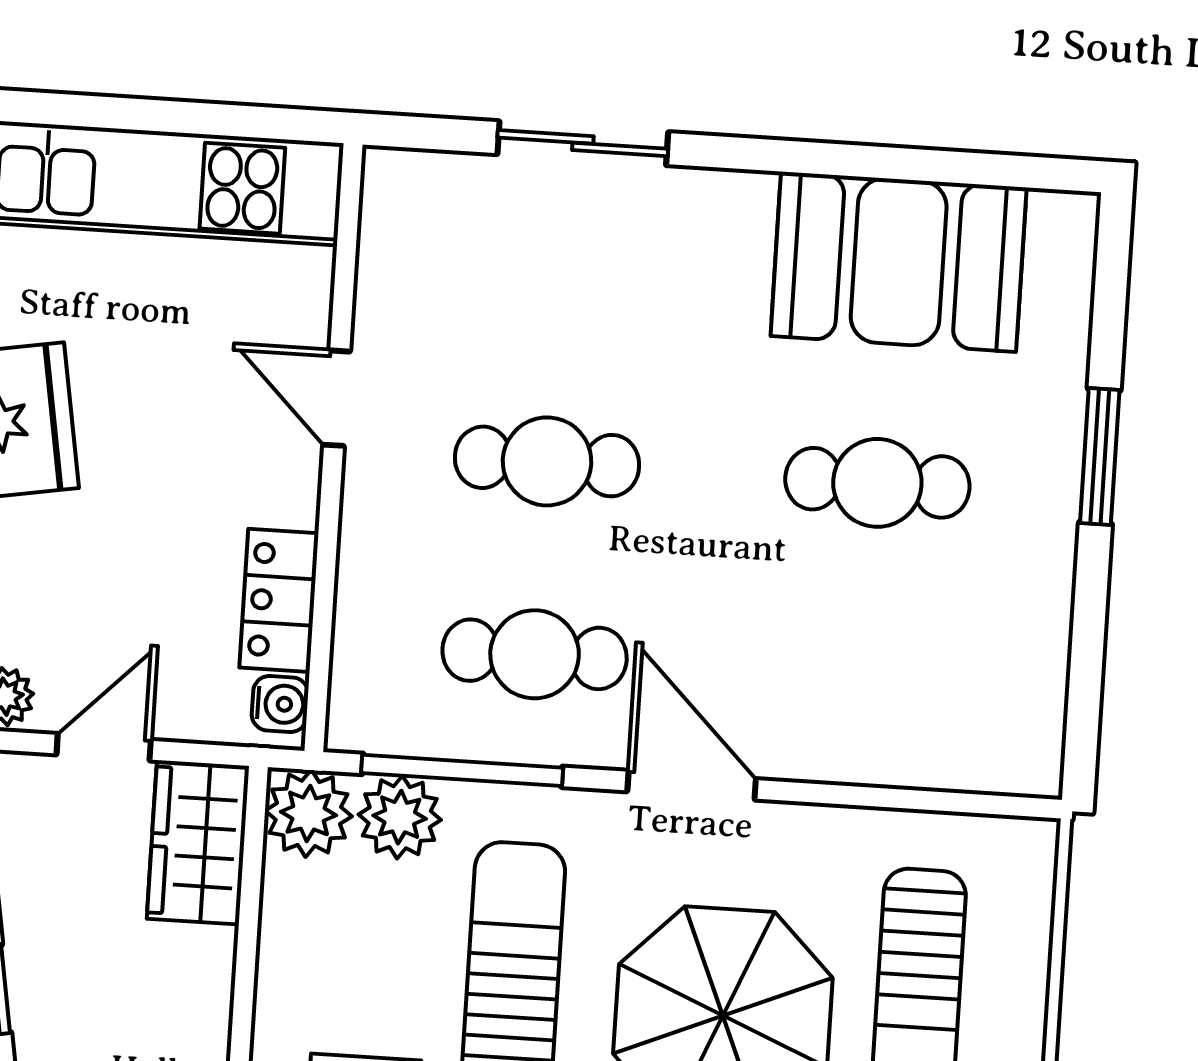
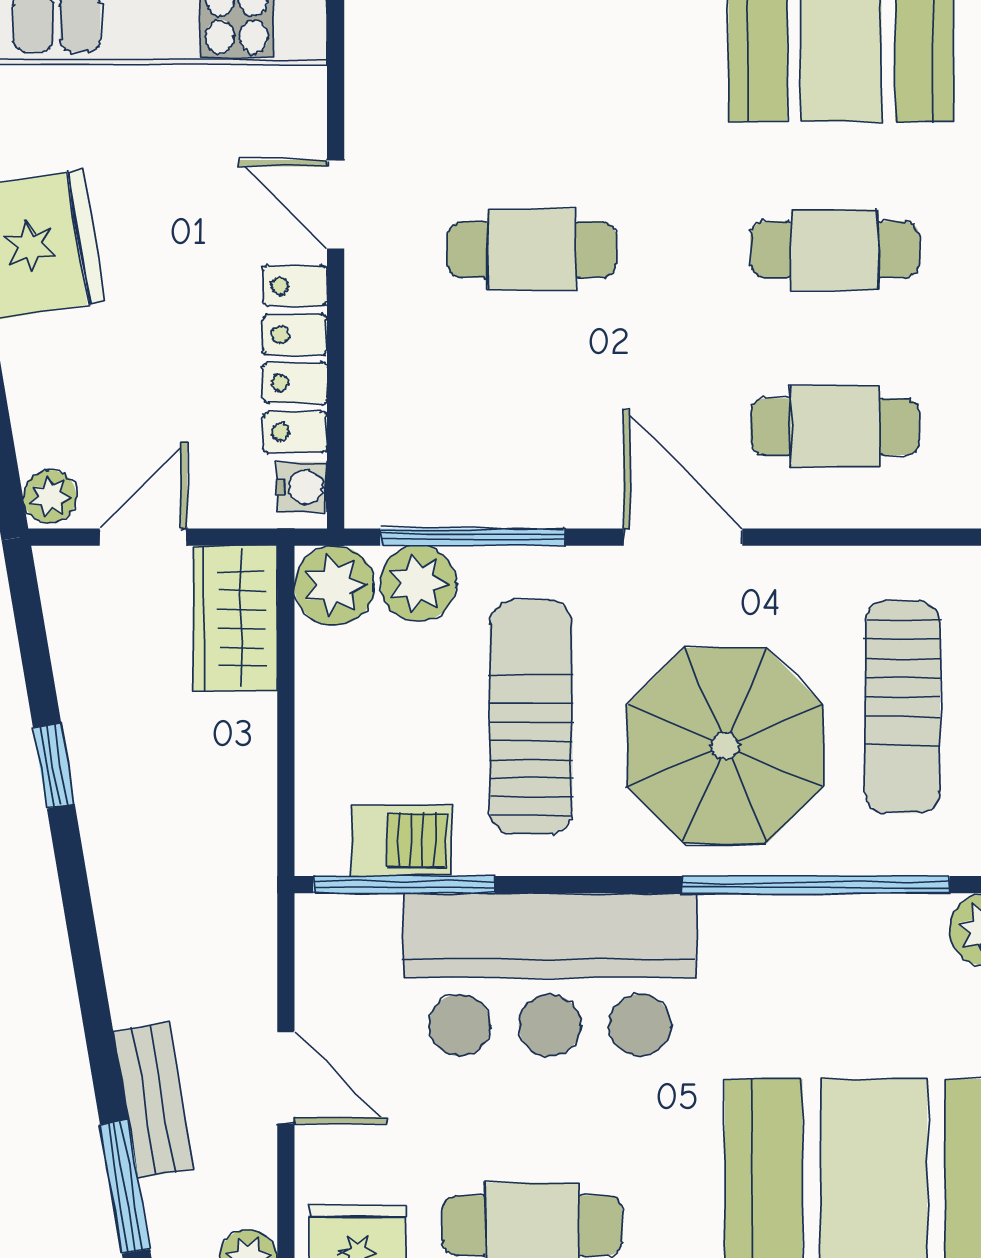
locker: (279, 600) -> (295, 359), width x1.53
cafe table: (535, 654) -> (835, 427), moved

